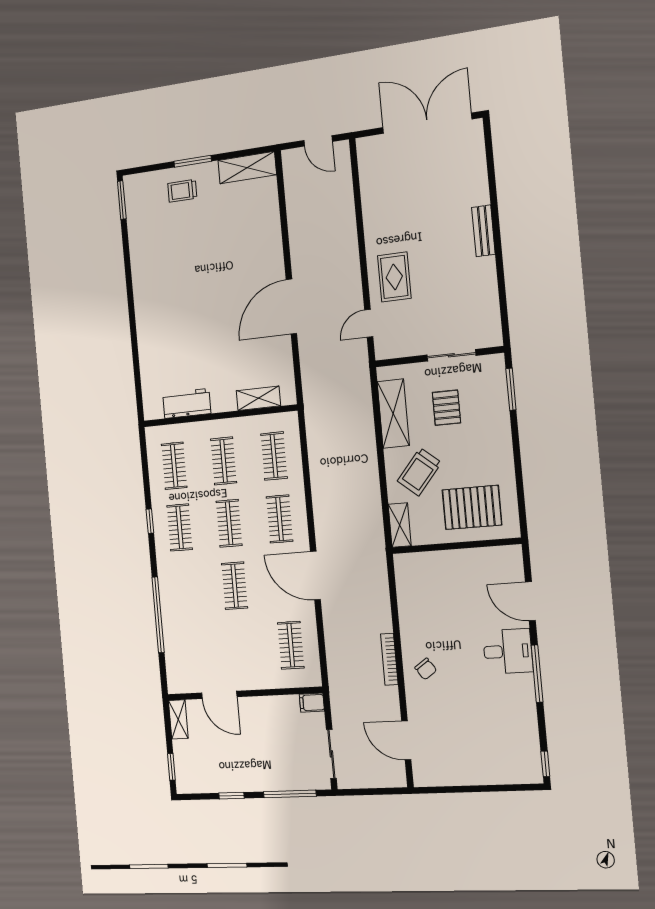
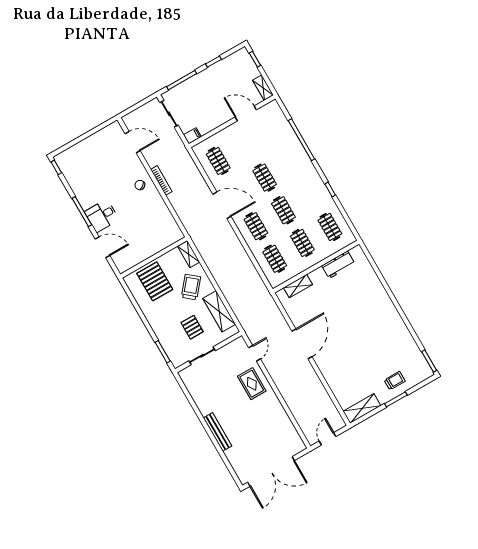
door: (318, 141) -> (328, 439), hinge flipped
bench: (483, 231) -> (217, 432), width x1.36
pallet: (472, 507) -> (155, 281), turned 90
clothes rail: (180, 527) -> (311, 194), removed

